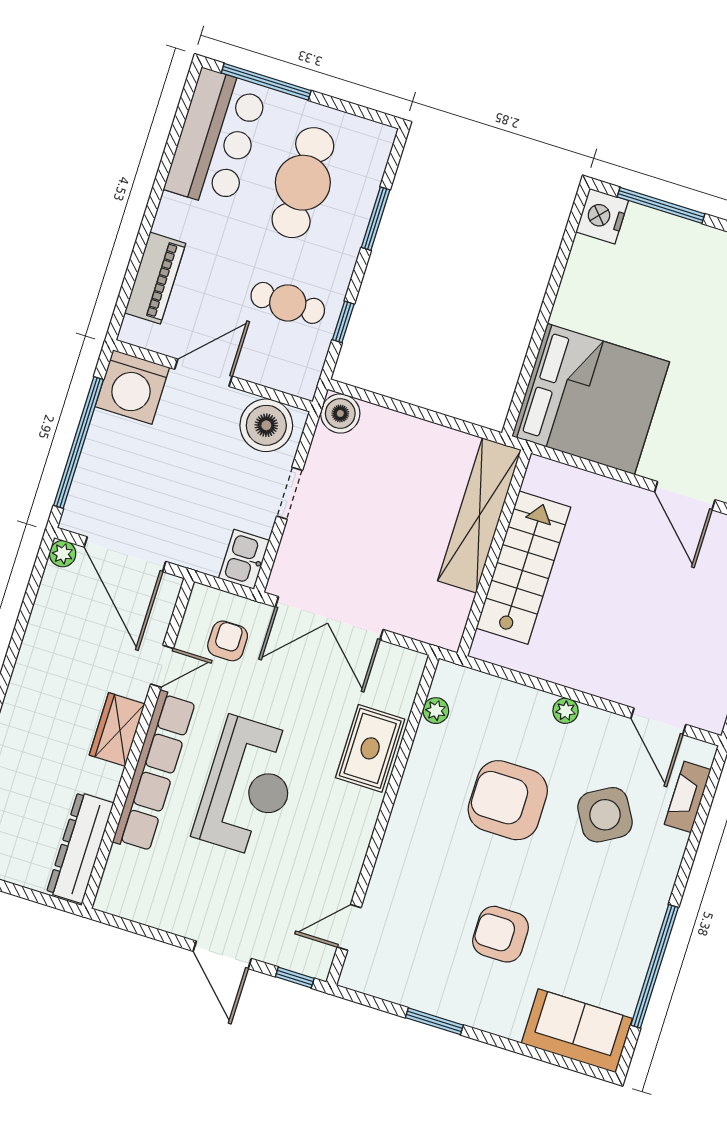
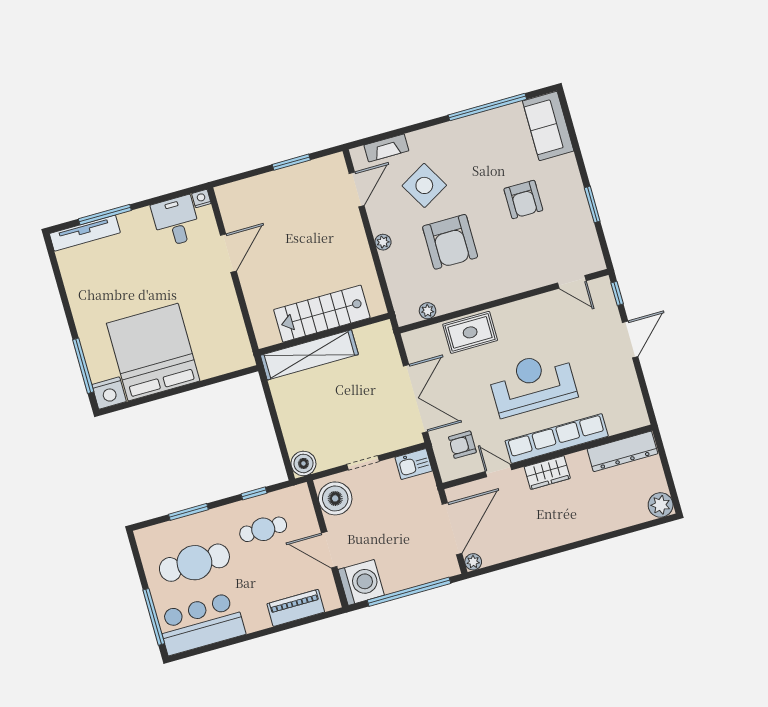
cafe table: (288, 303) -> (263, 529), turned 90
bed: (591, 399) -> (153, 352), moved

